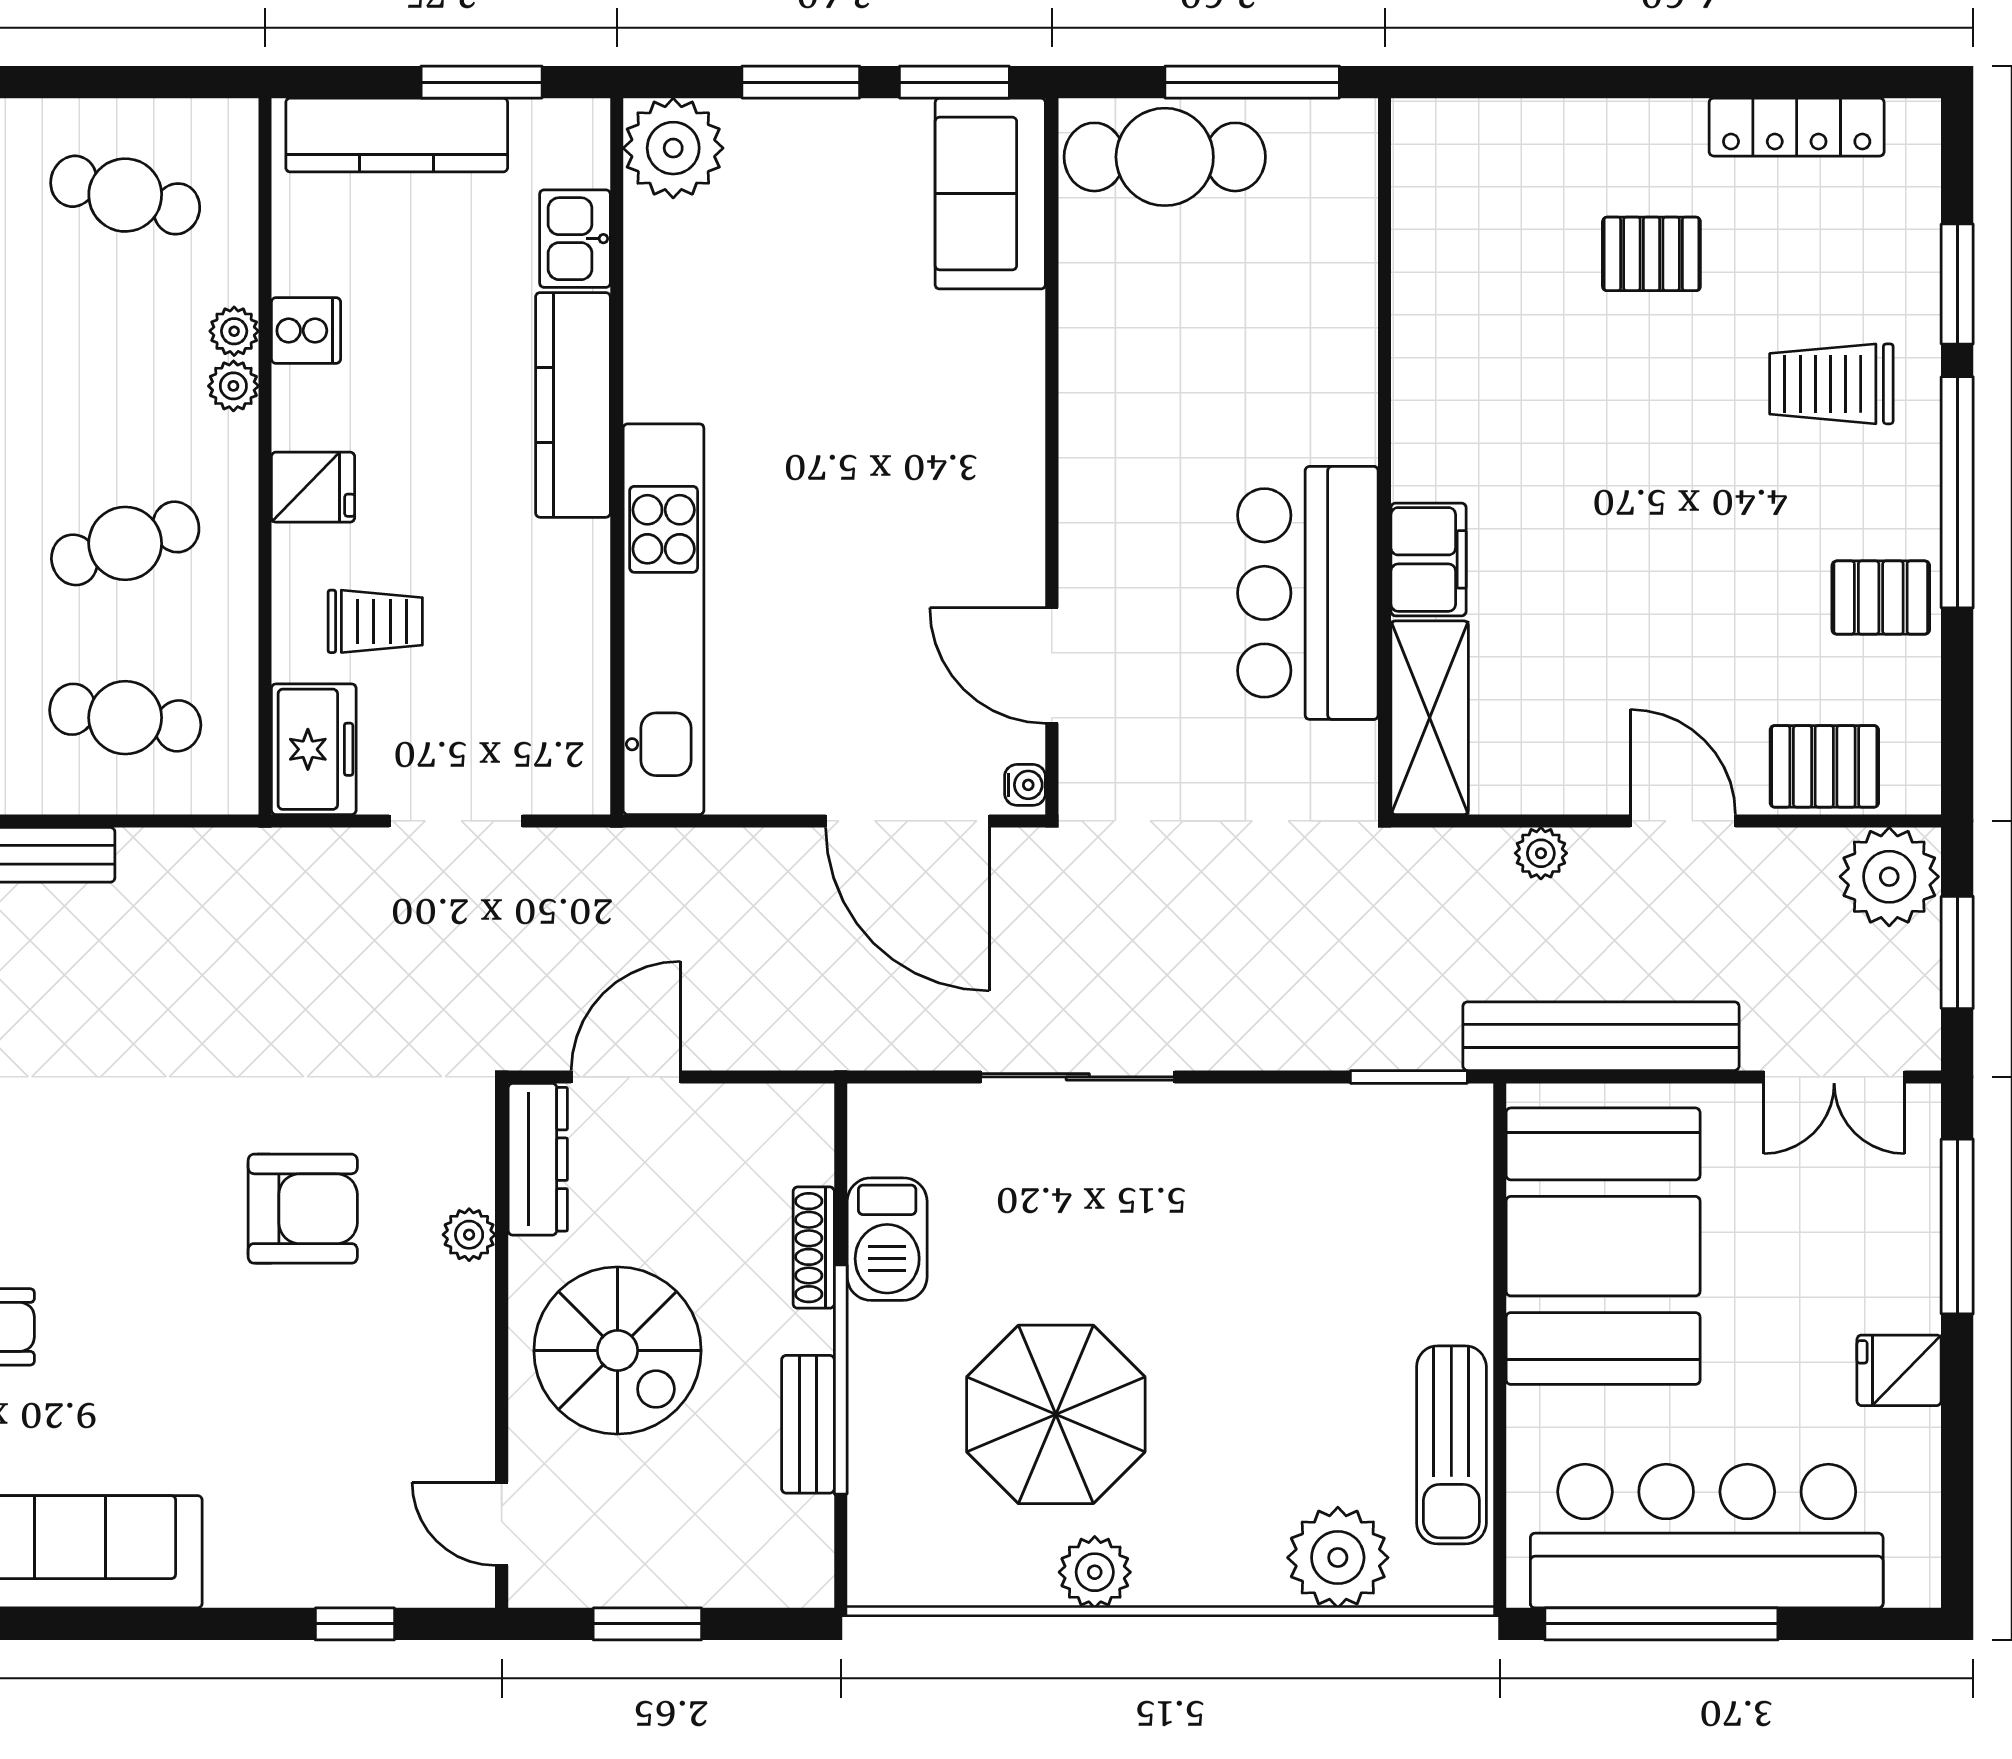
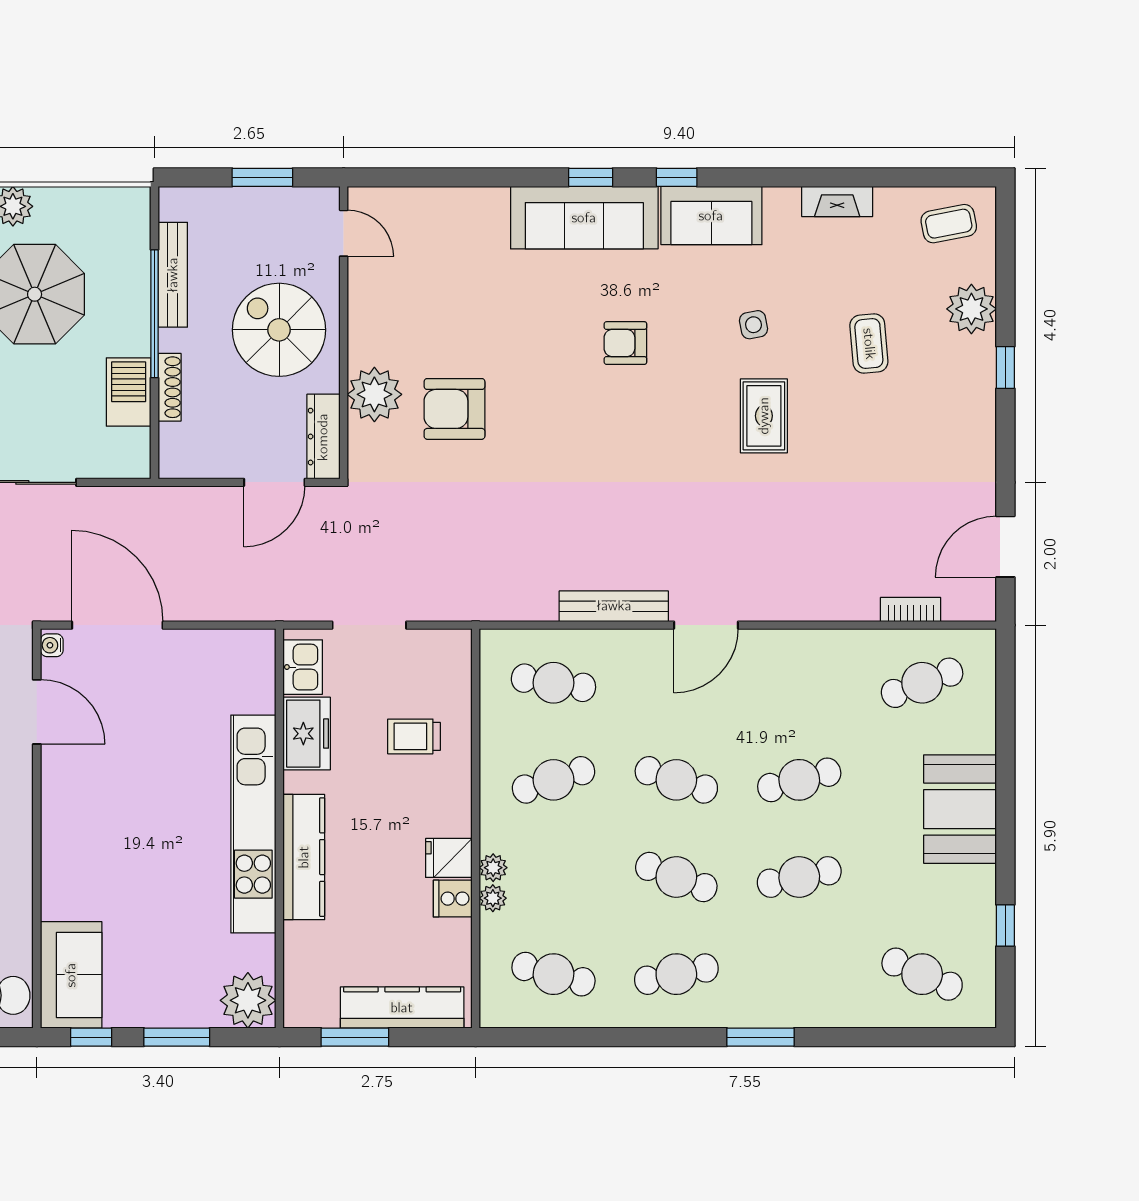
window: (954, 82) -> (91, 1037), width x0.67
kitchen sink: (575, 239) -> (303, 667), moved
fridge: (313, 487) -> (449, 858), moved
kitchen unit: (664, 619) -> (253, 824), moved
freezer: (314, 749) -> (307, 734), moved, turned 180
plant: (469, 1235) -> (374, 394), width x1.88, depth x1.88
bench: (808, 1424) -> (173, 275), width x1.36
window: (355, 1624) -> (591, 177), moved

